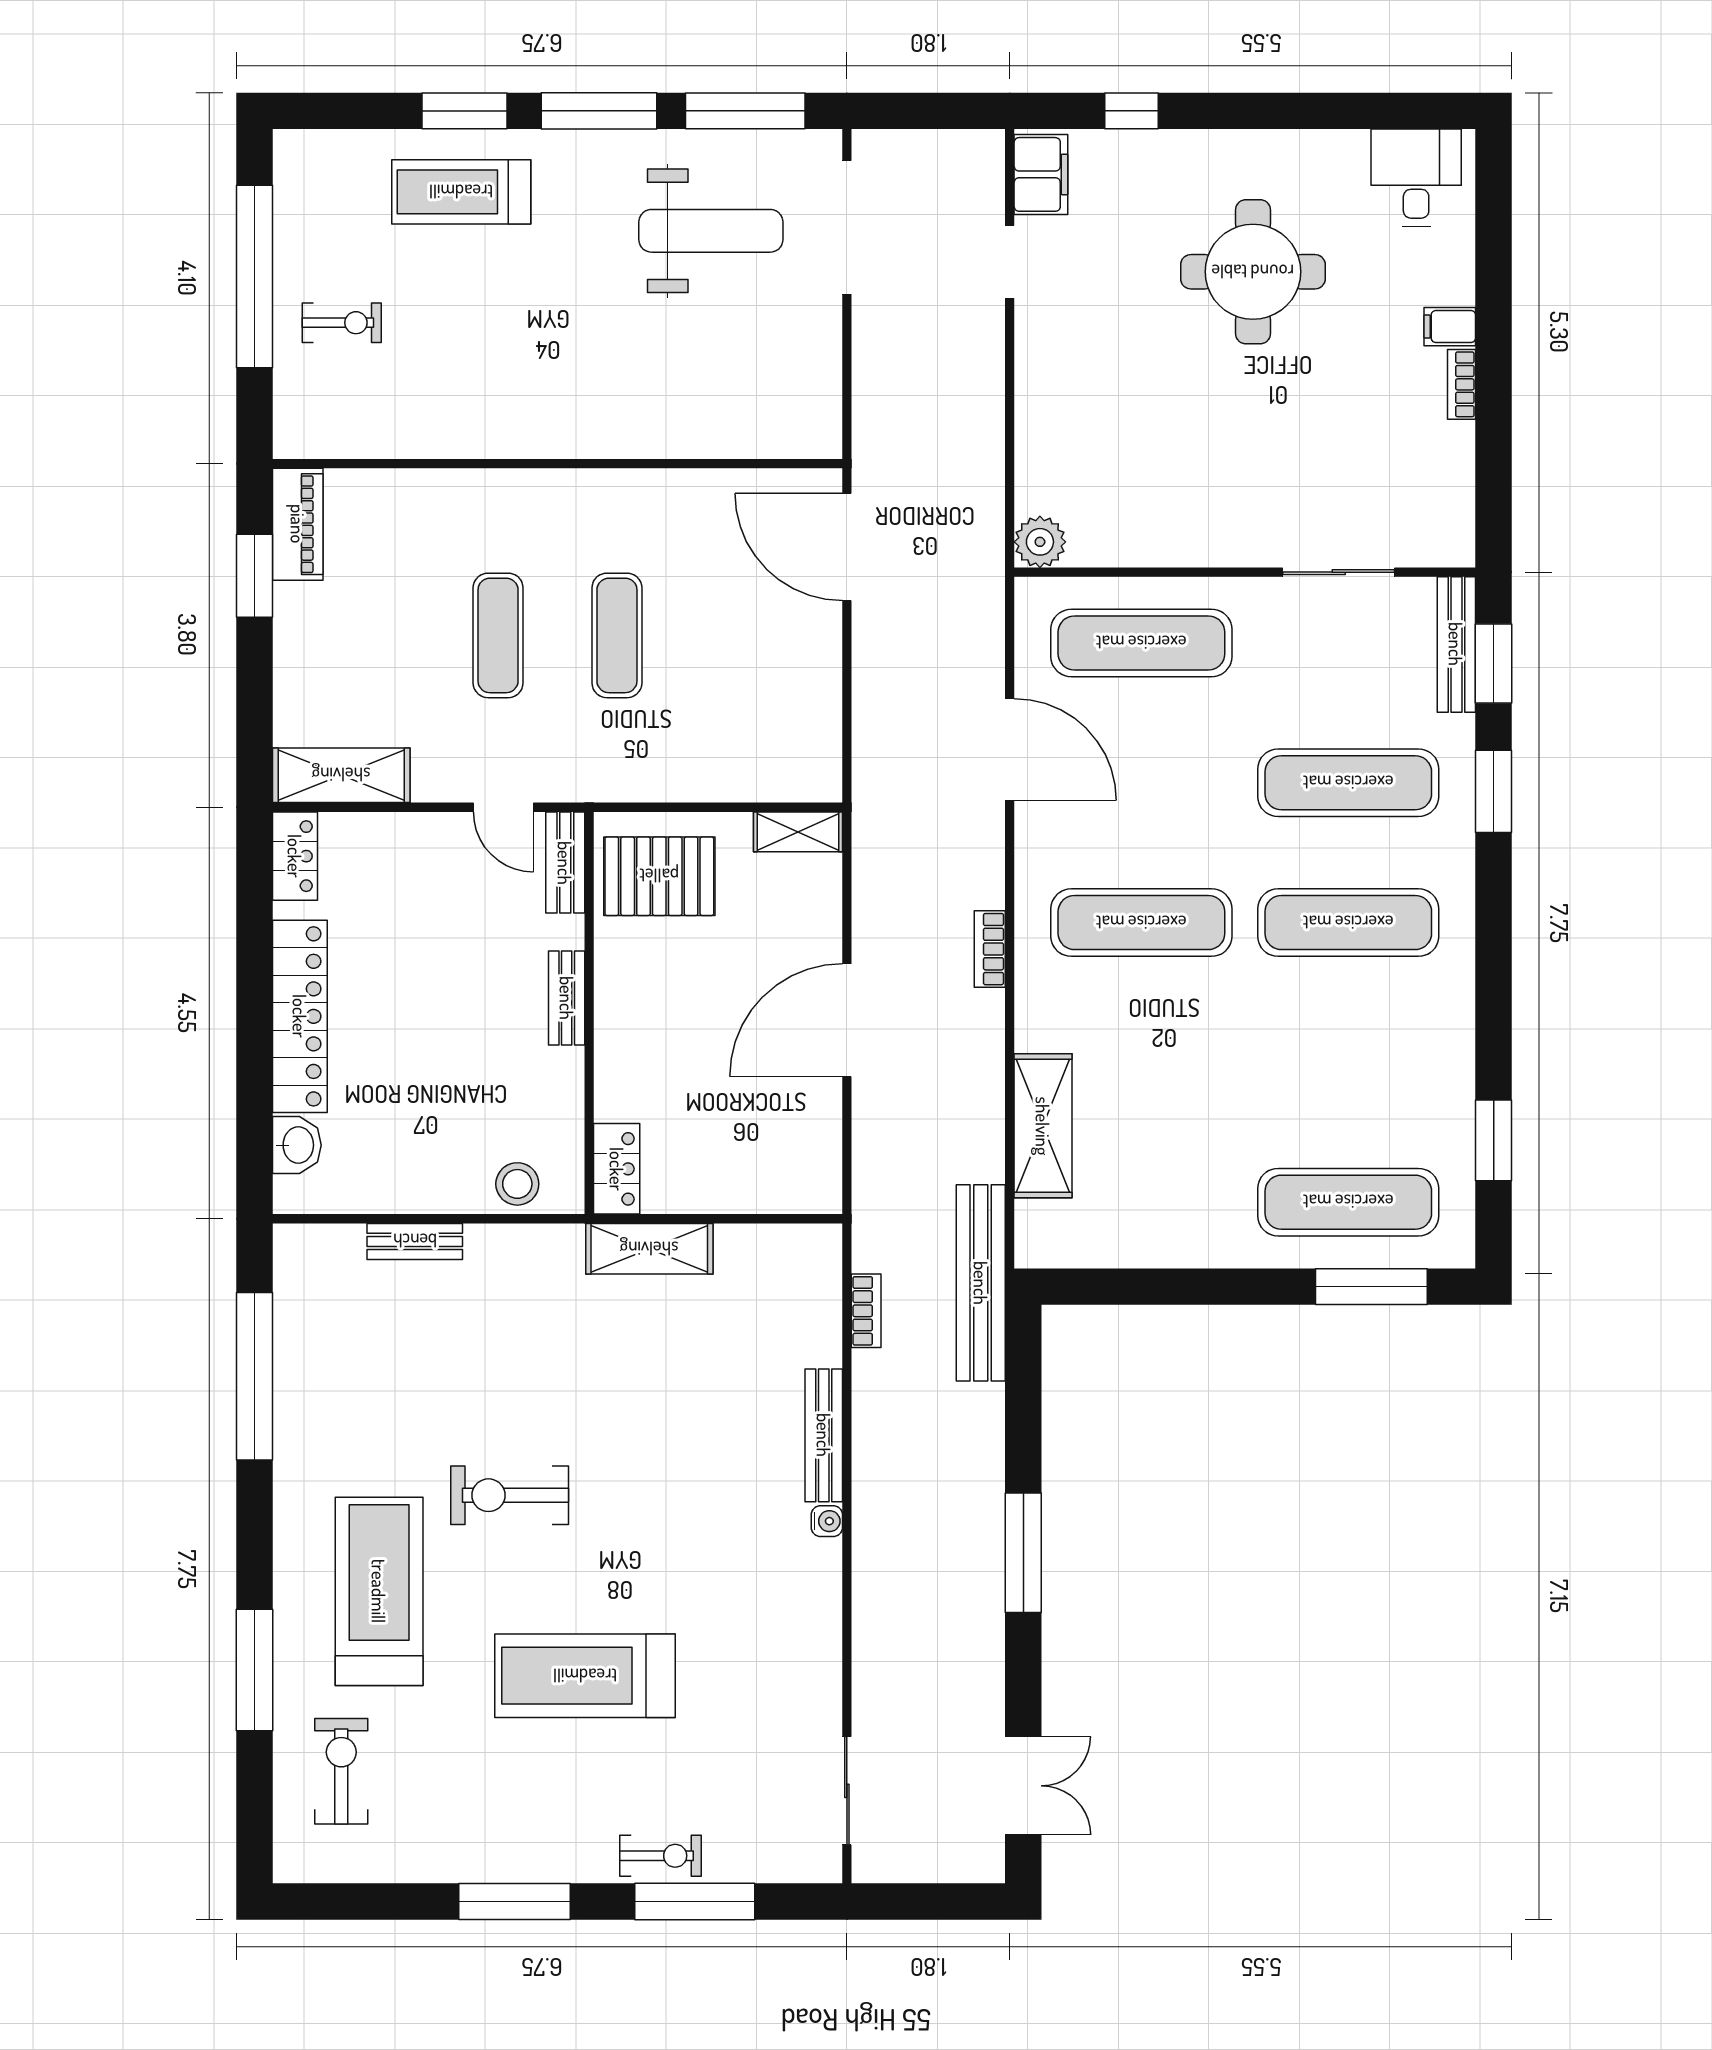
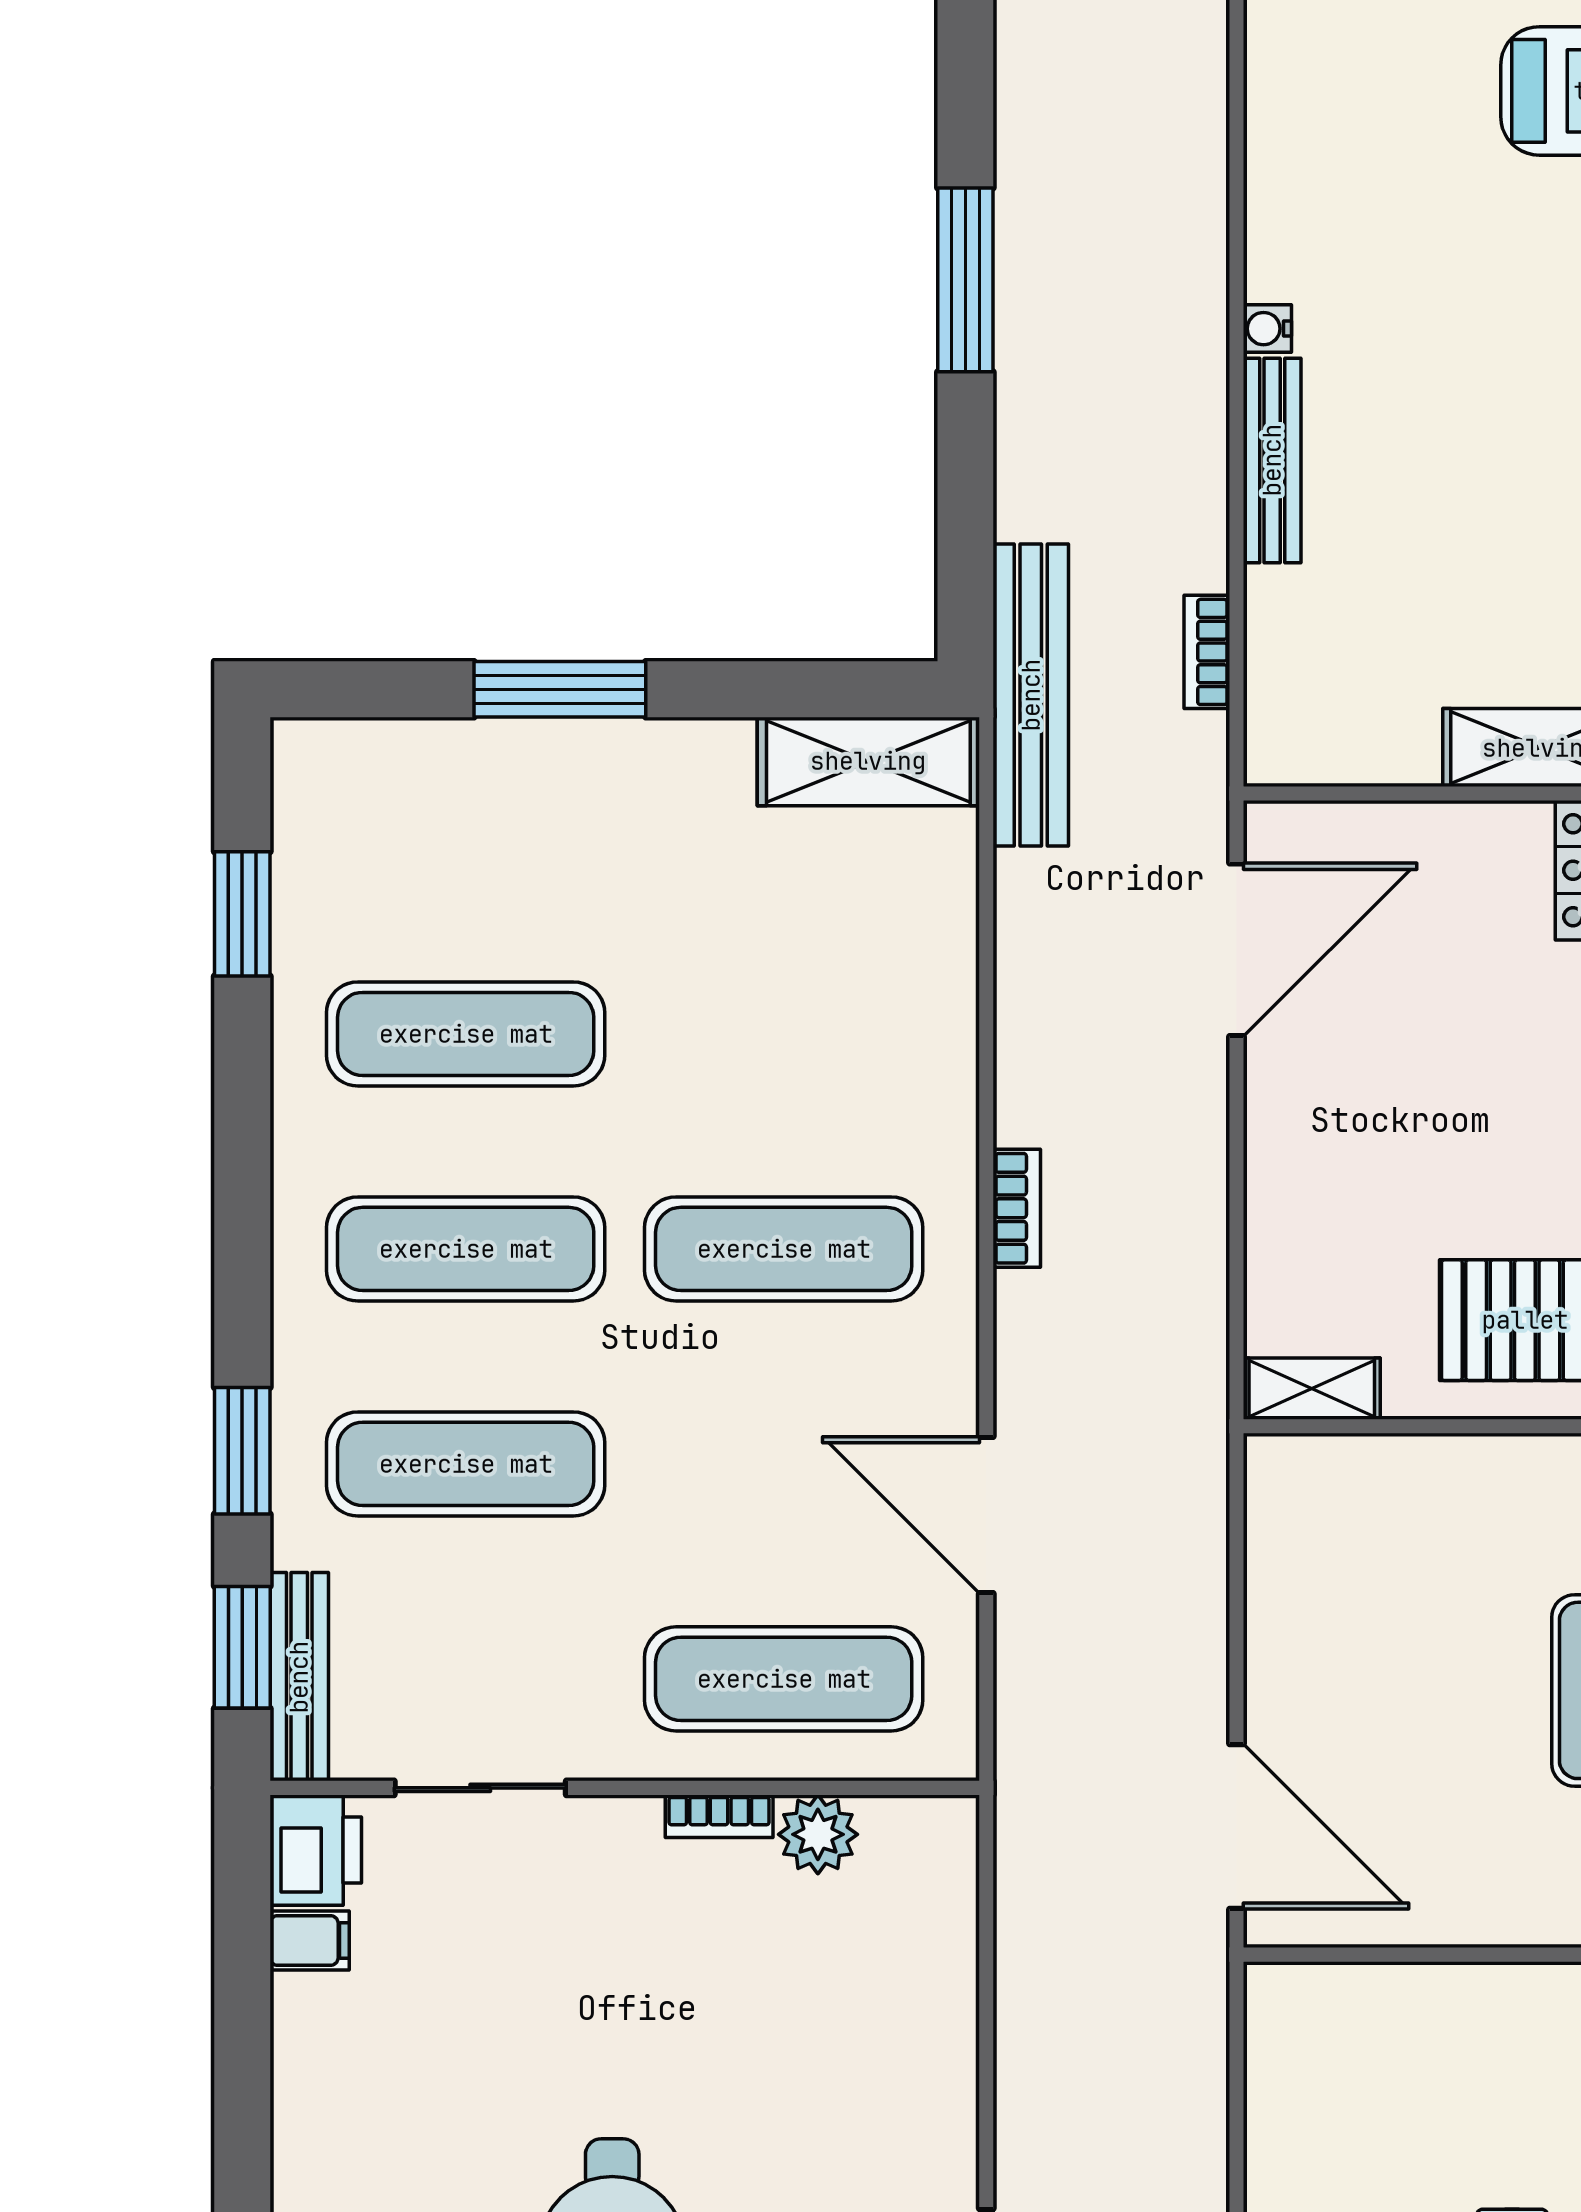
filing cabinet: (1450, 327) -> (310, 1941), moved
bookcase: (1461, 384) -> (719, 1816), moved, turned 90
printer: (1446, 532) -> (316, 1850), added
plant: (1040, 542) -> (818, 1834), moved
door: (847, 1020) -> (1237, 950), moved
shelving: (1043, 1126) -> (868, 761), moved, turned 90
exercise mat: (1348, 1202) -> (466, 1034), moved
window: (1371, 1287) -> (560, 689), moved

